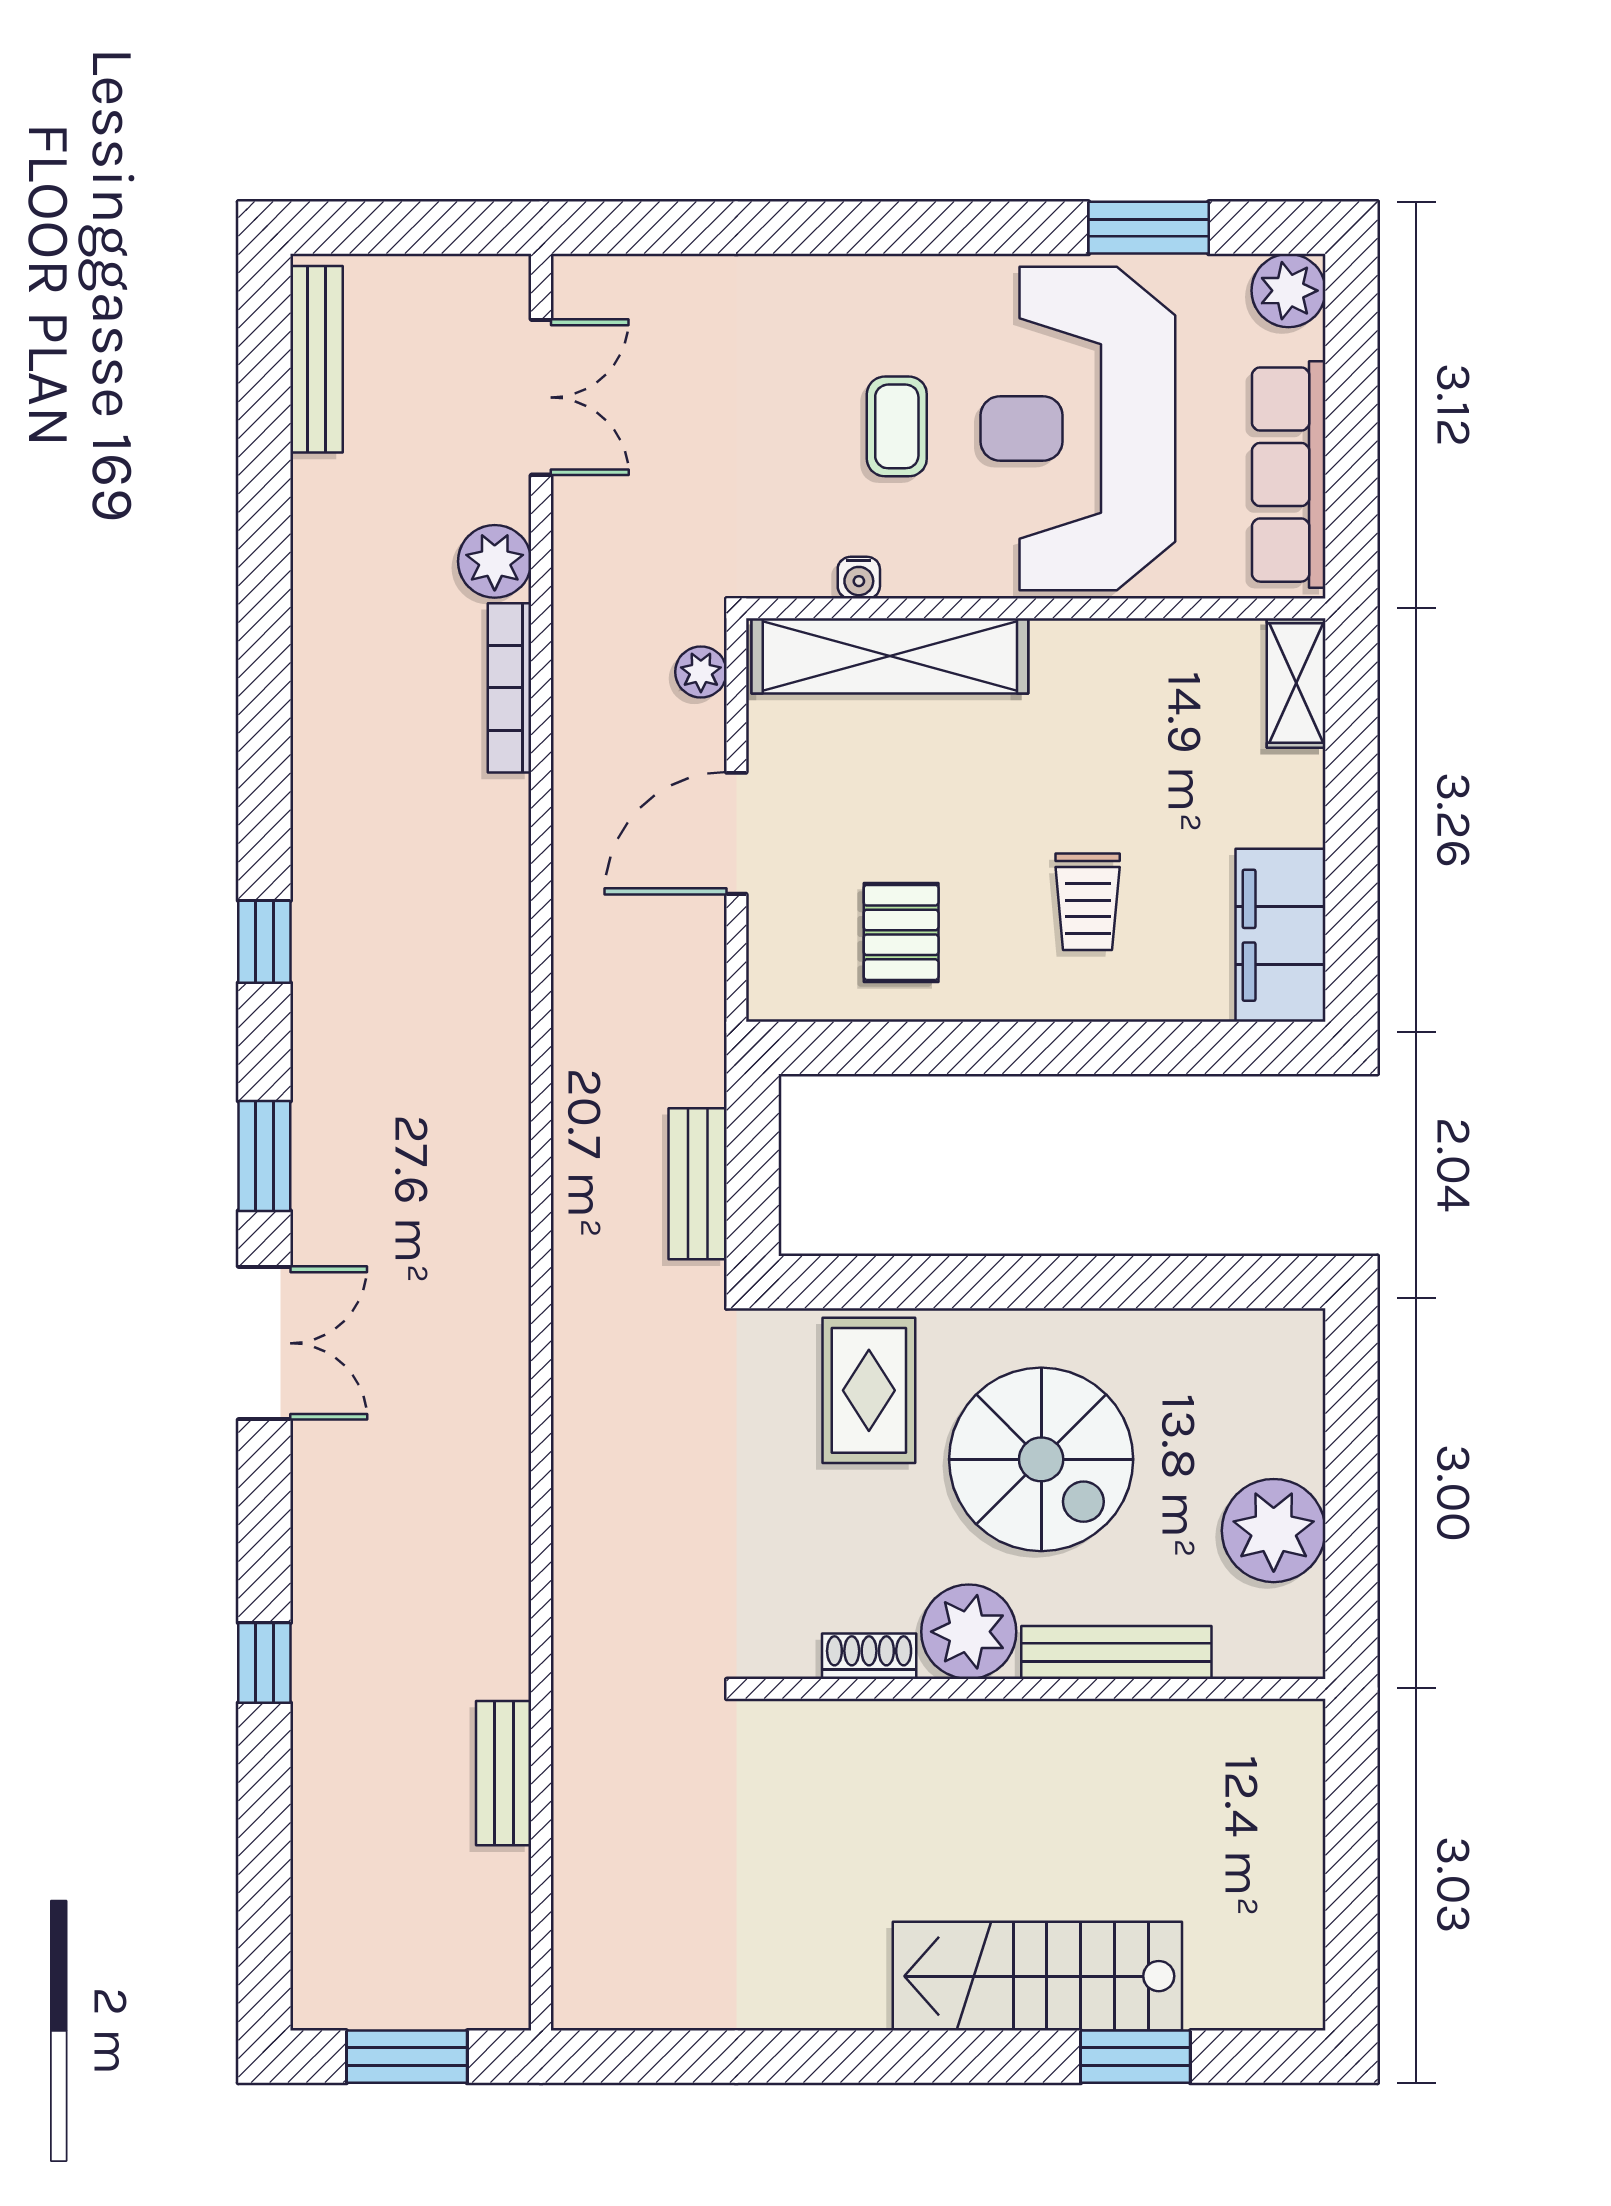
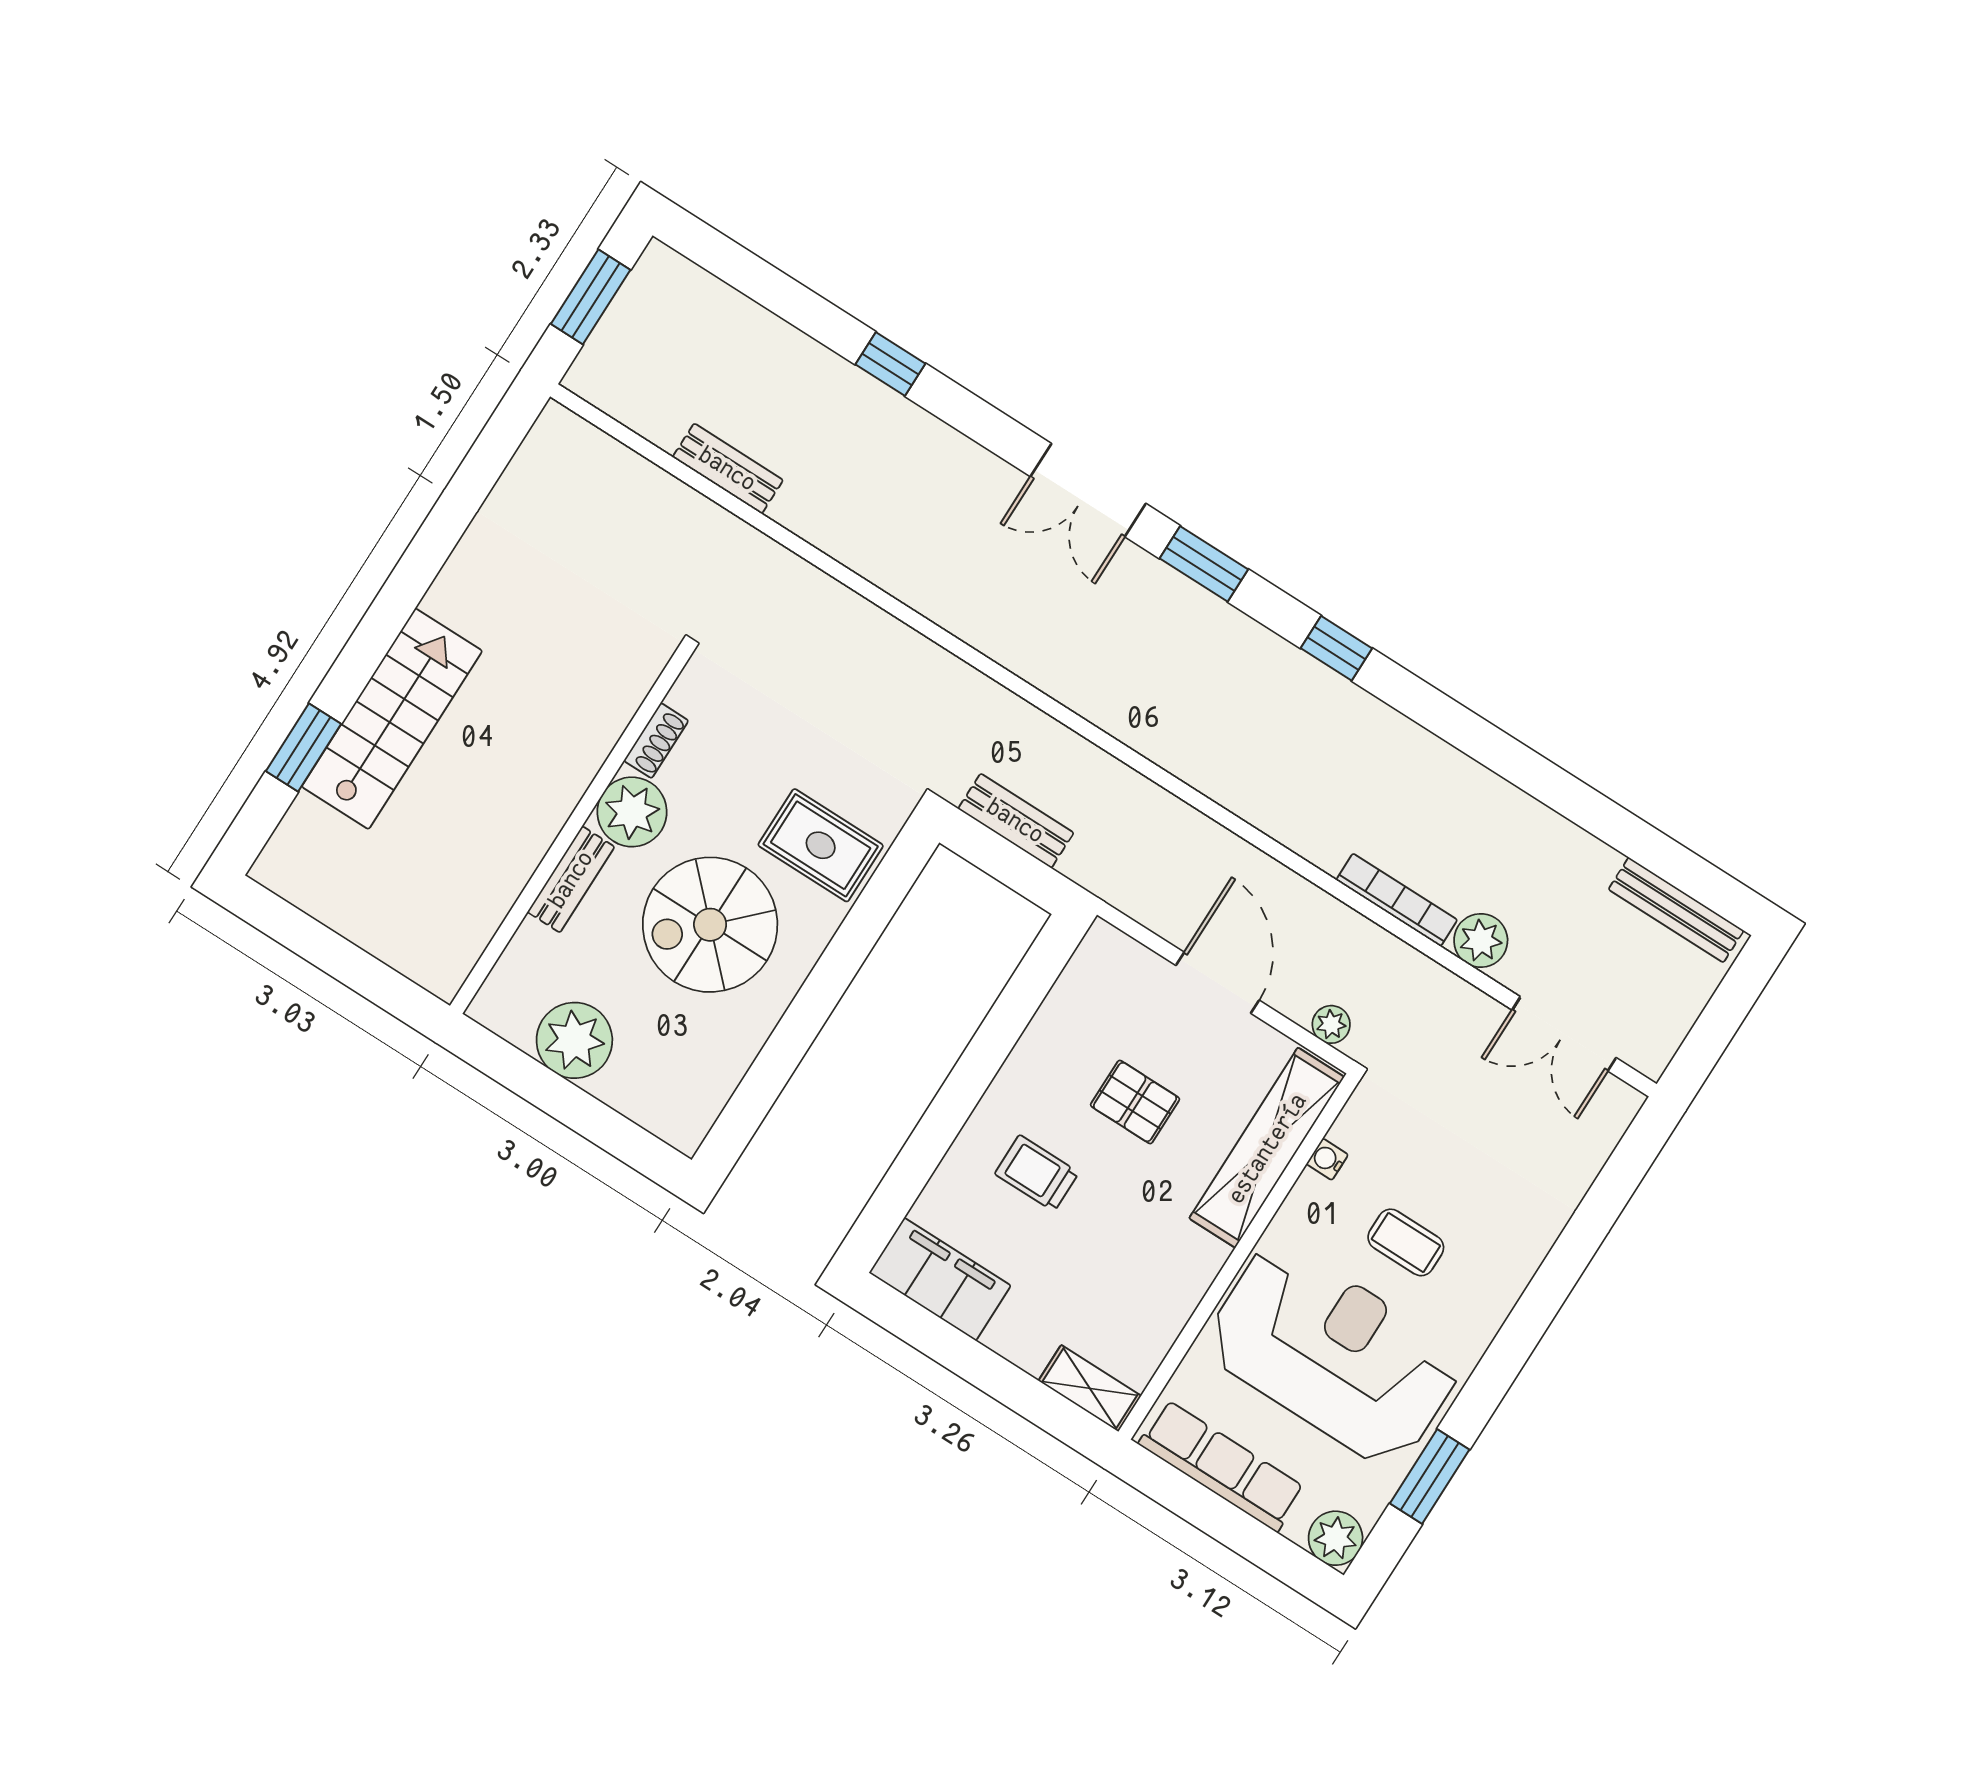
pallet: (901, 932) -> (1135, 1102), moved
bench: (1116, 1653) -> (571, 879), width x0.73

